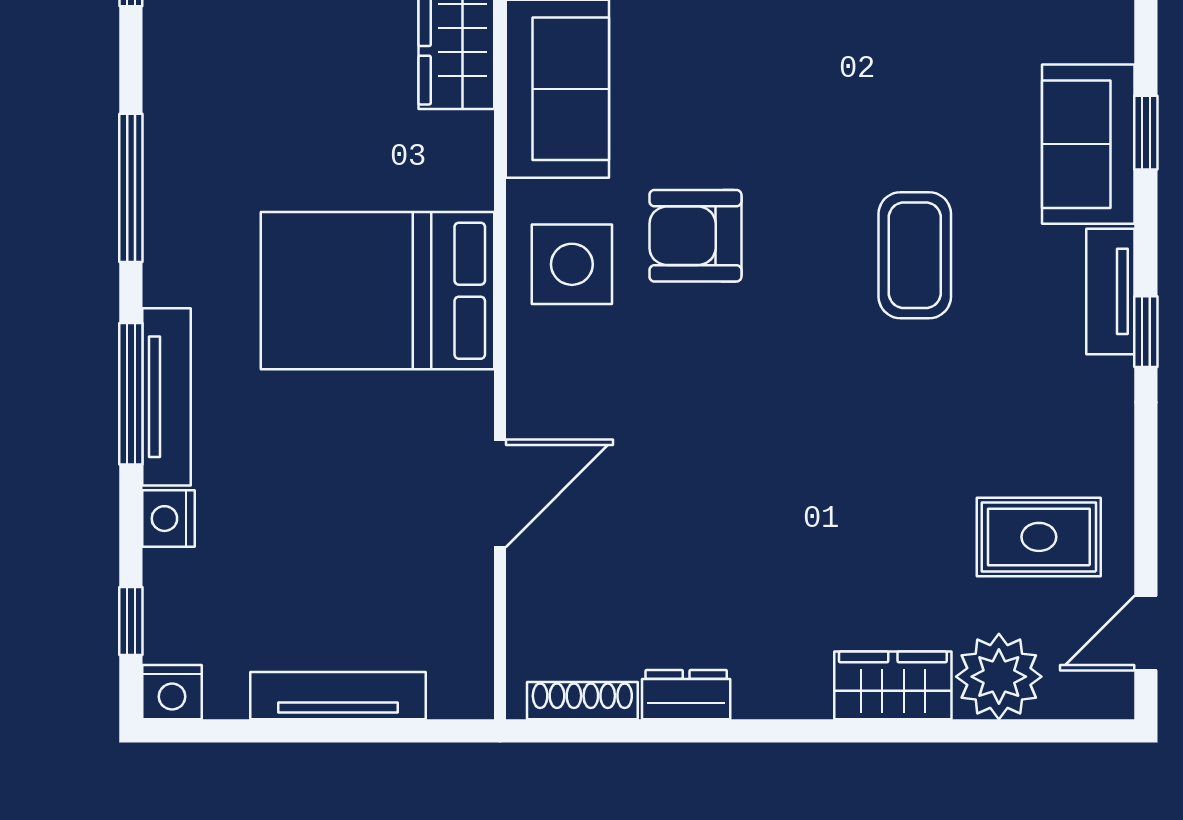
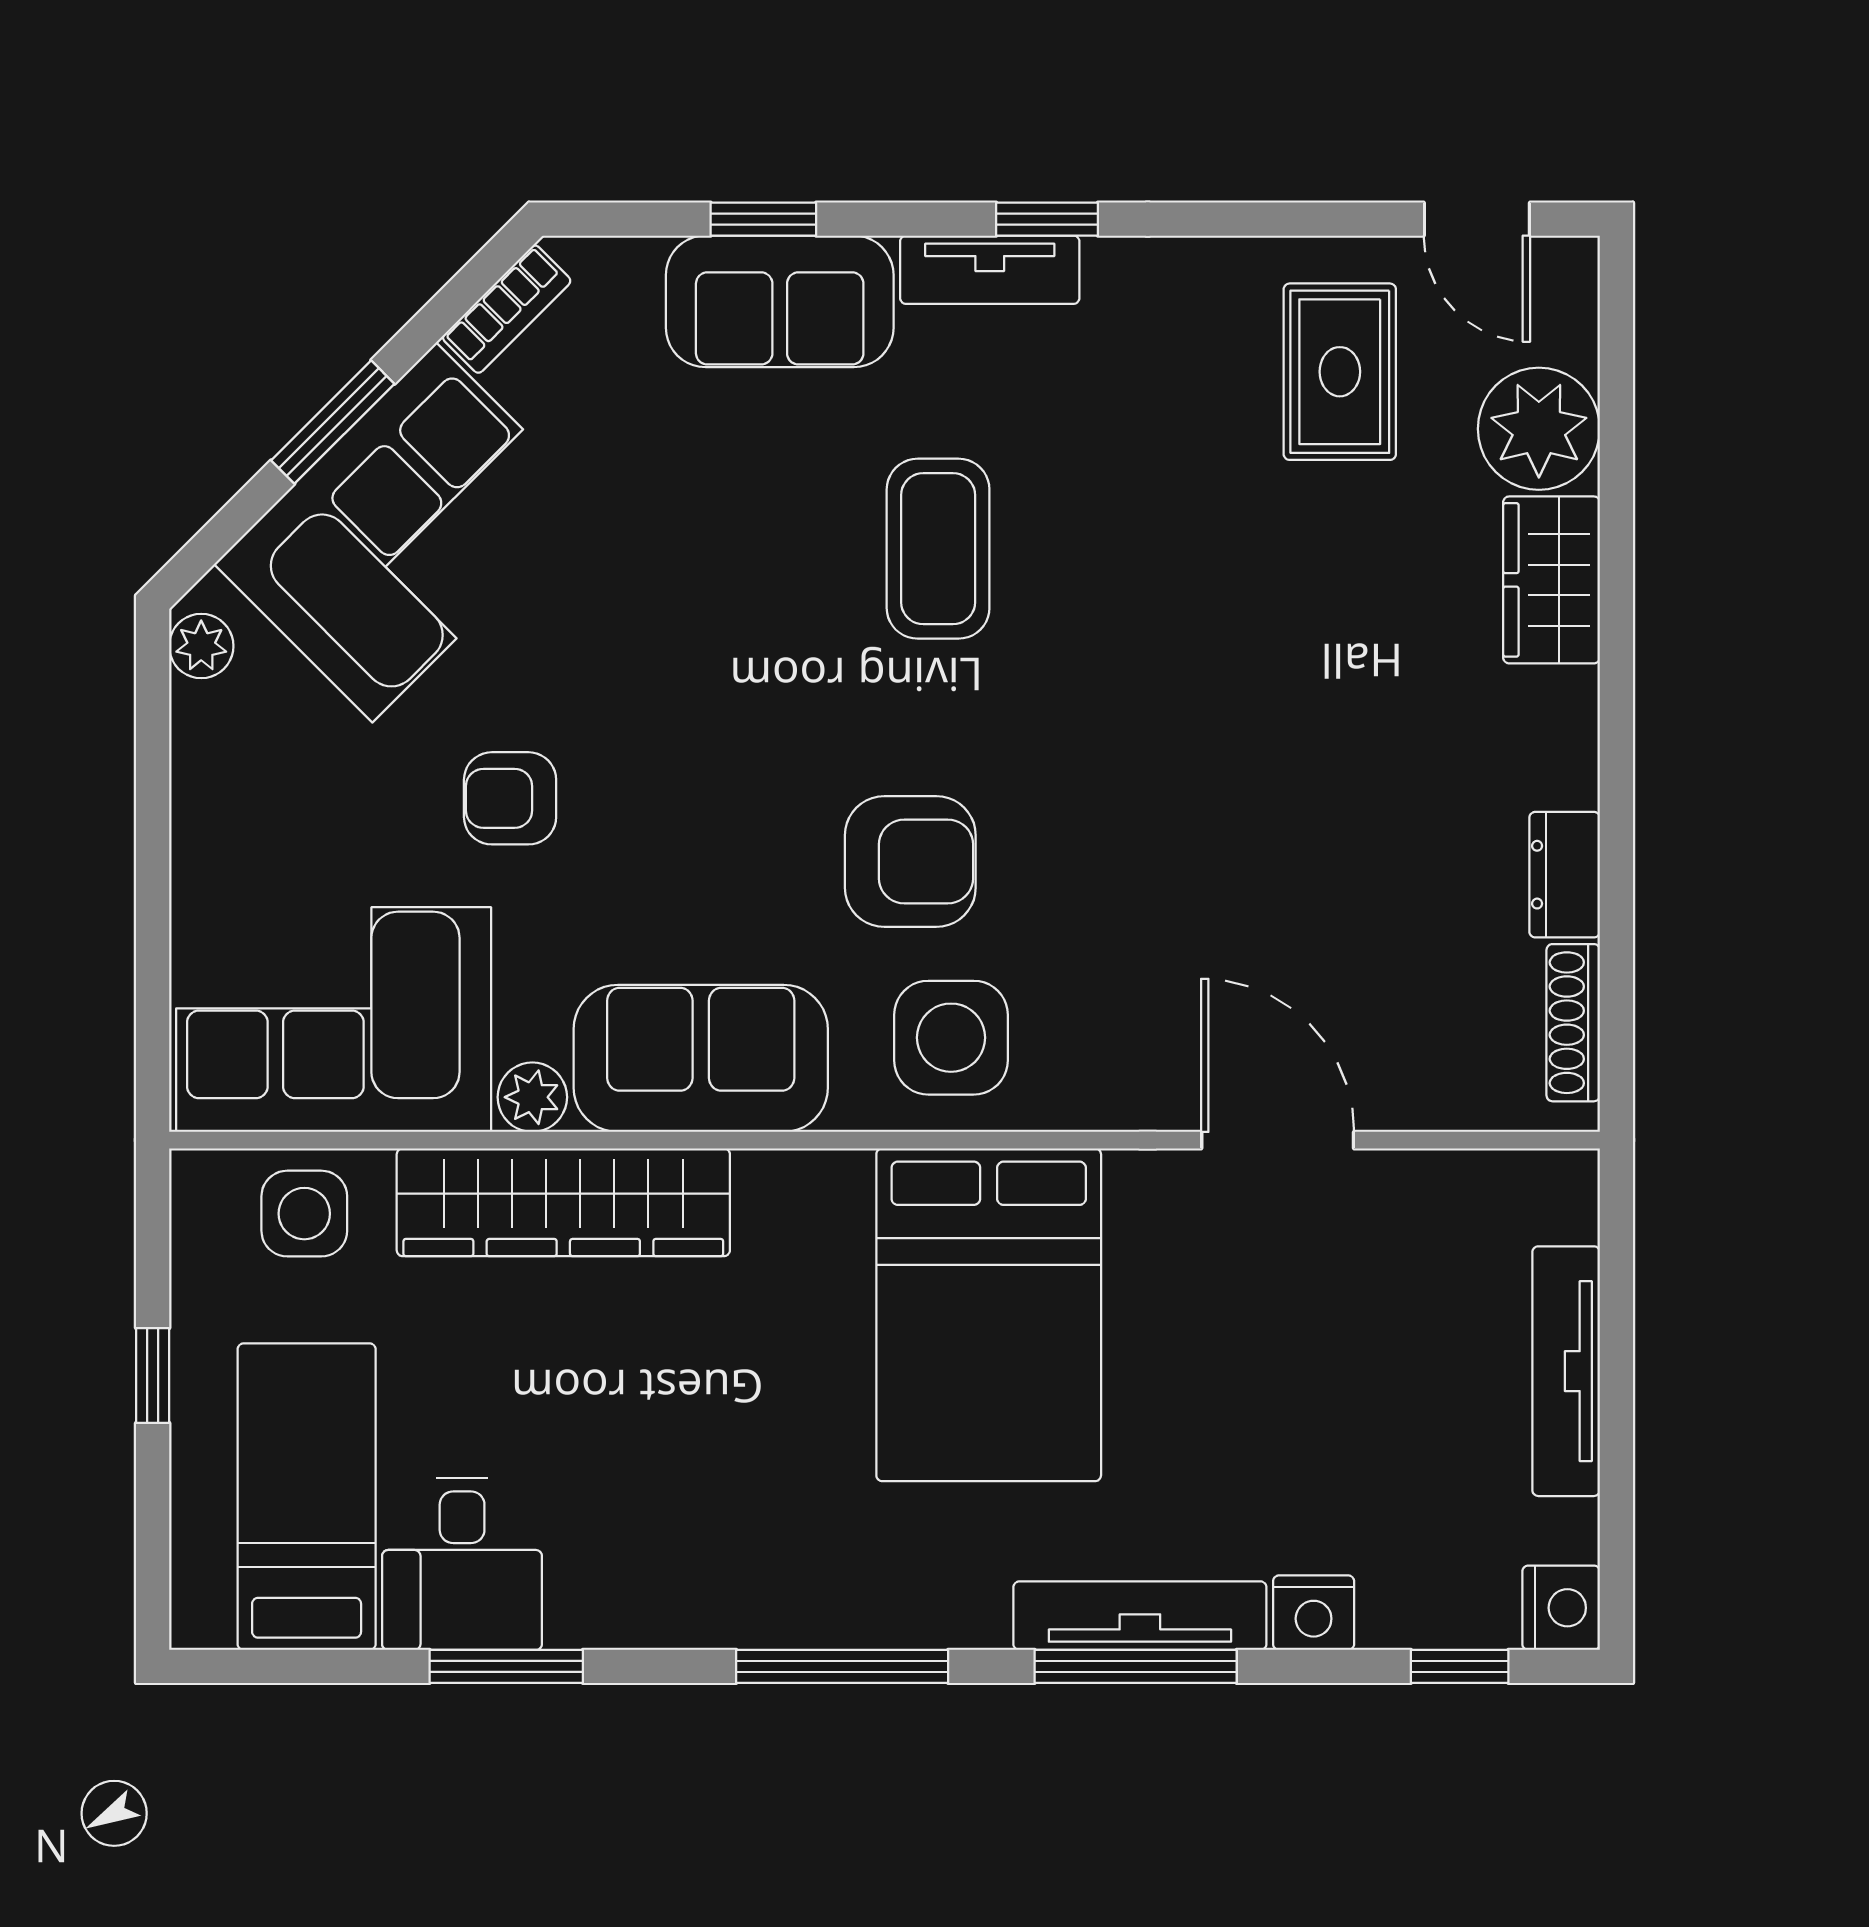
armchair: (695, 236) -> (910, 861), turned -90
coffee table: (915, 255) -> (938, 549), turned 90

